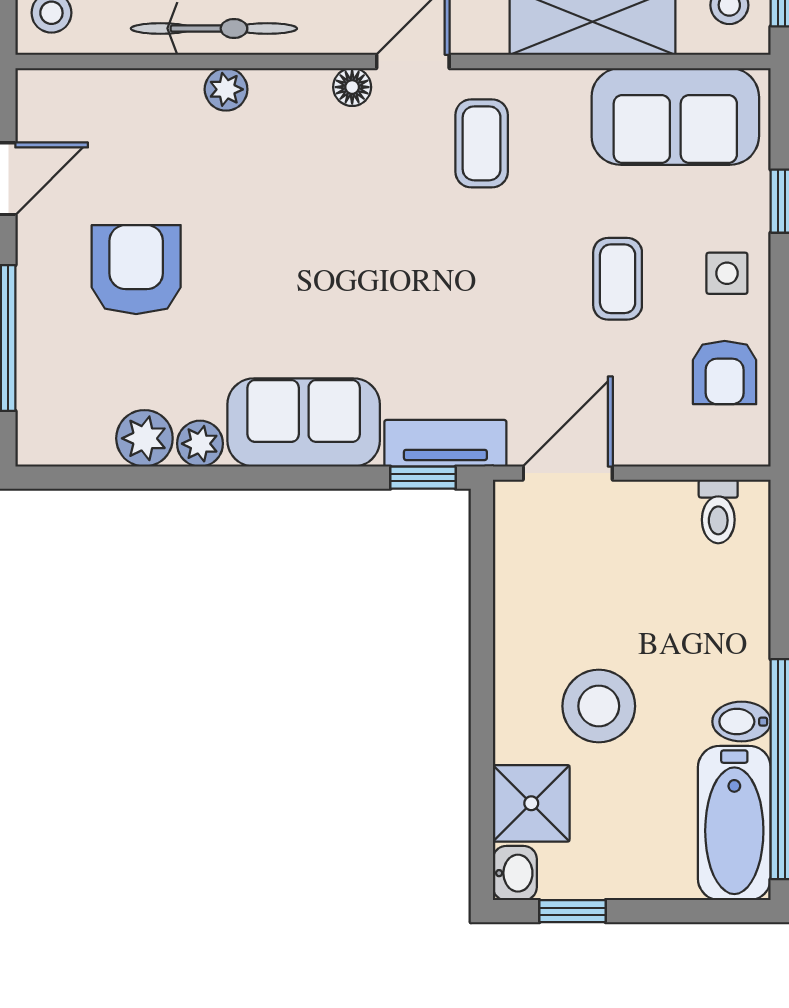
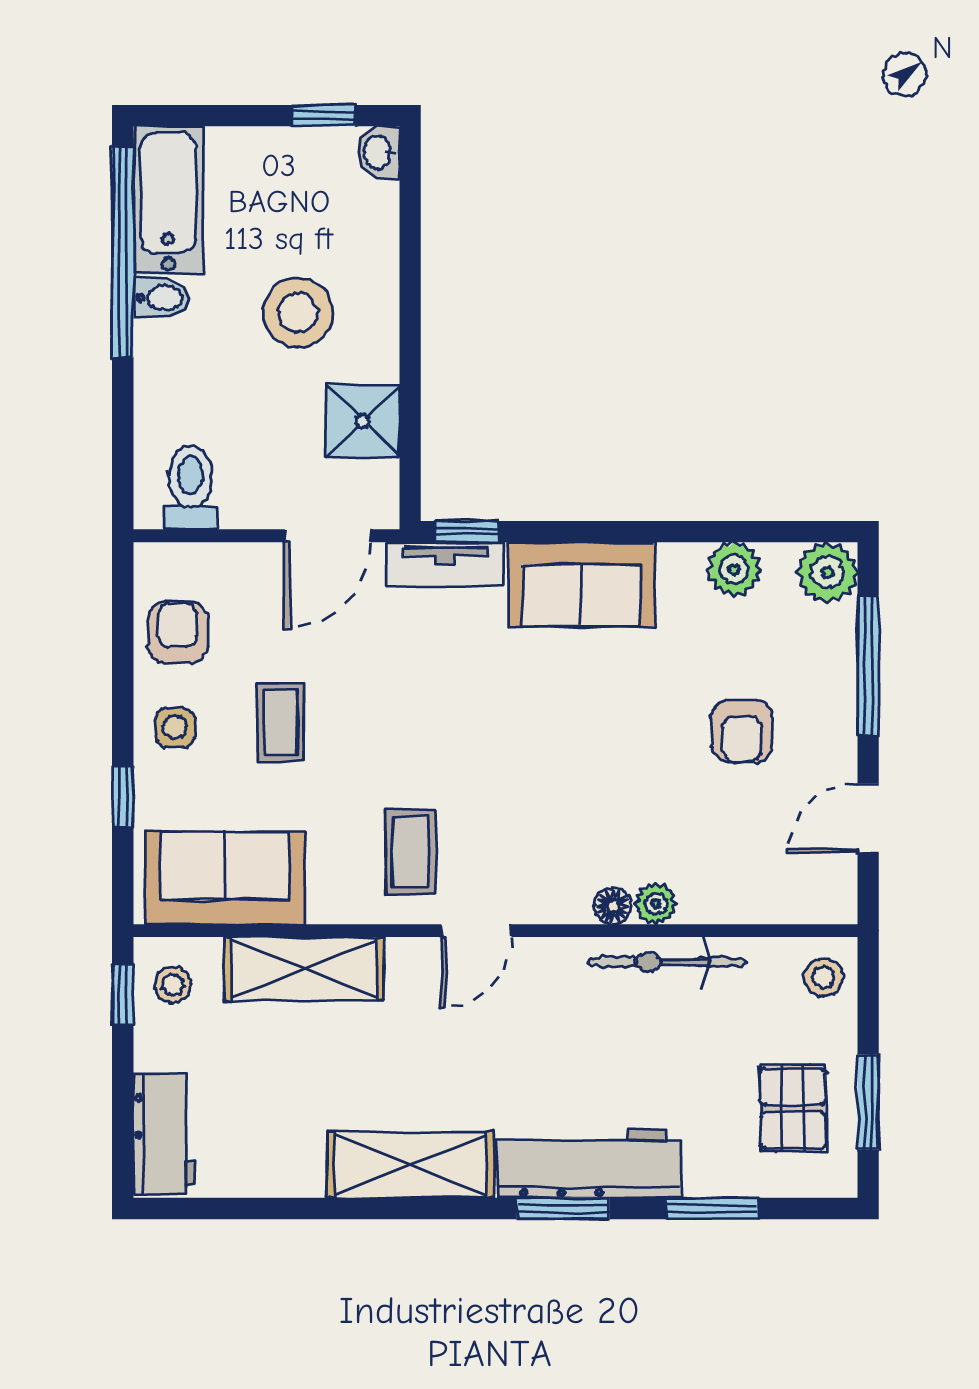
floor lamp: (352, 87) -> (613, 906), moved
armchair: (136, 270) -> (742, 731), width x0.72, depth x0.72
plant: (200, 444) -> (827, 572), moved, width x1.38, depth x1.38
toilet: (718, 512) -> (191, 487), width x1.37, depth x1.39
shower: (531, 803) -> (363, 421), moved

